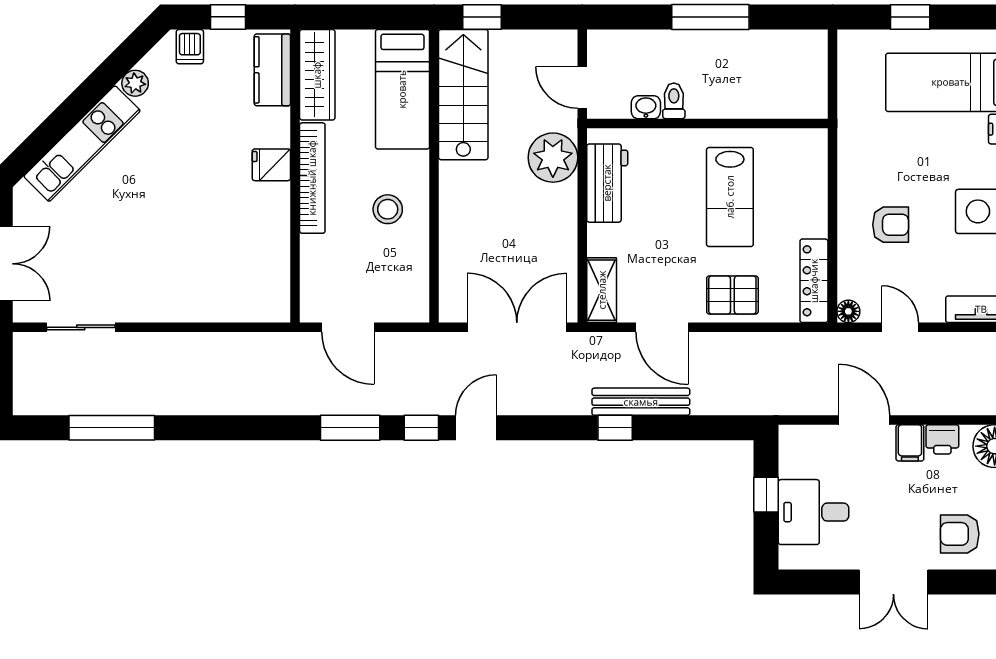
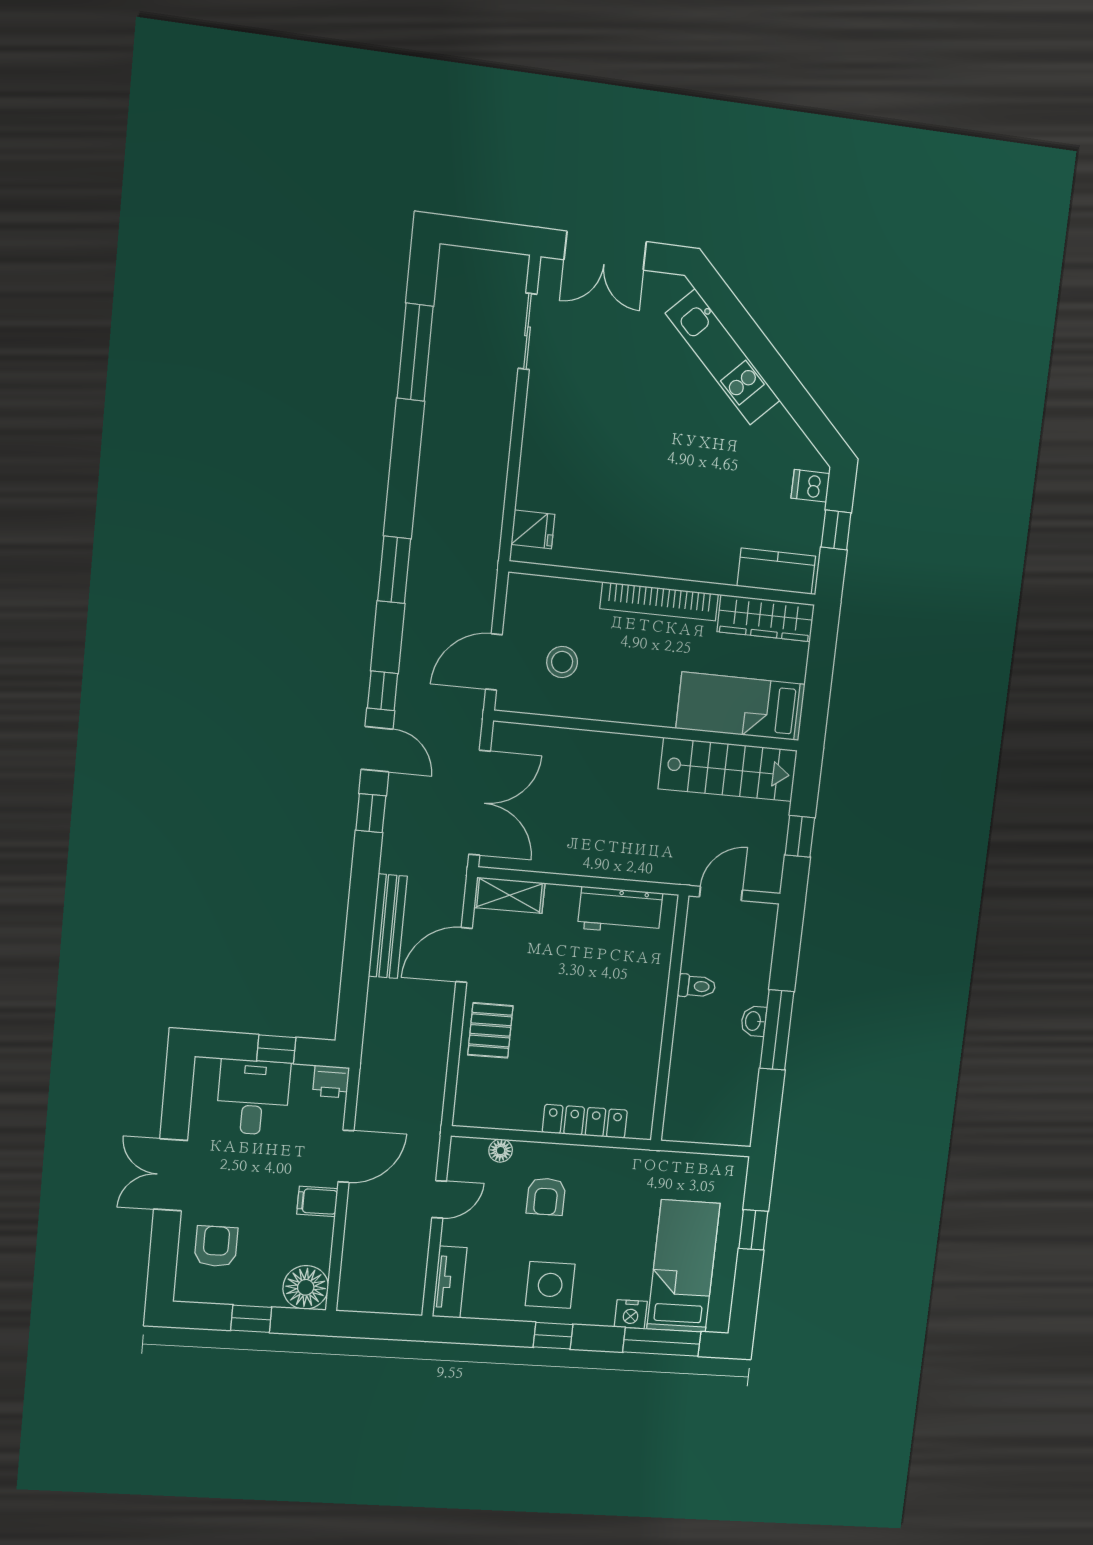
window: (482, 17) -> (800, 836), moved
plant: (135, 83) -> (779, 422), removed
washbasin: (646, 107) -> (754, 1021), moved, turned 180
plant: (553, 158) -> (653, 857), removed
fridge: (271, 165) -> (533, 529), moved, turned 90
lab bench: (730, 197) -> (592, 1036), removed
stool: (388, 209) -> (562, 662), moved
locker: (814, 281) -> (585, 1121), moved
floor lamp: (848, 311) -> (501, 1151), moved
door: (348, 327) -> (494, 662), moved
window: (350, 428) -> (394, 570), moved
window: (615, 428) -> (371, 813), moved
printer: (942, 439) -> (331, 1082), moved, turned -90

